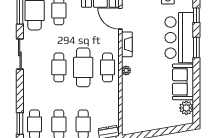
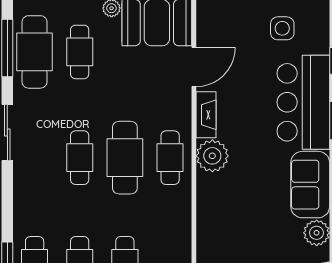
door: (120, 19) -> (194, 67), swing flipped
plant: (126, 70) -> (212, 156), width x1.87, depth x1.87

